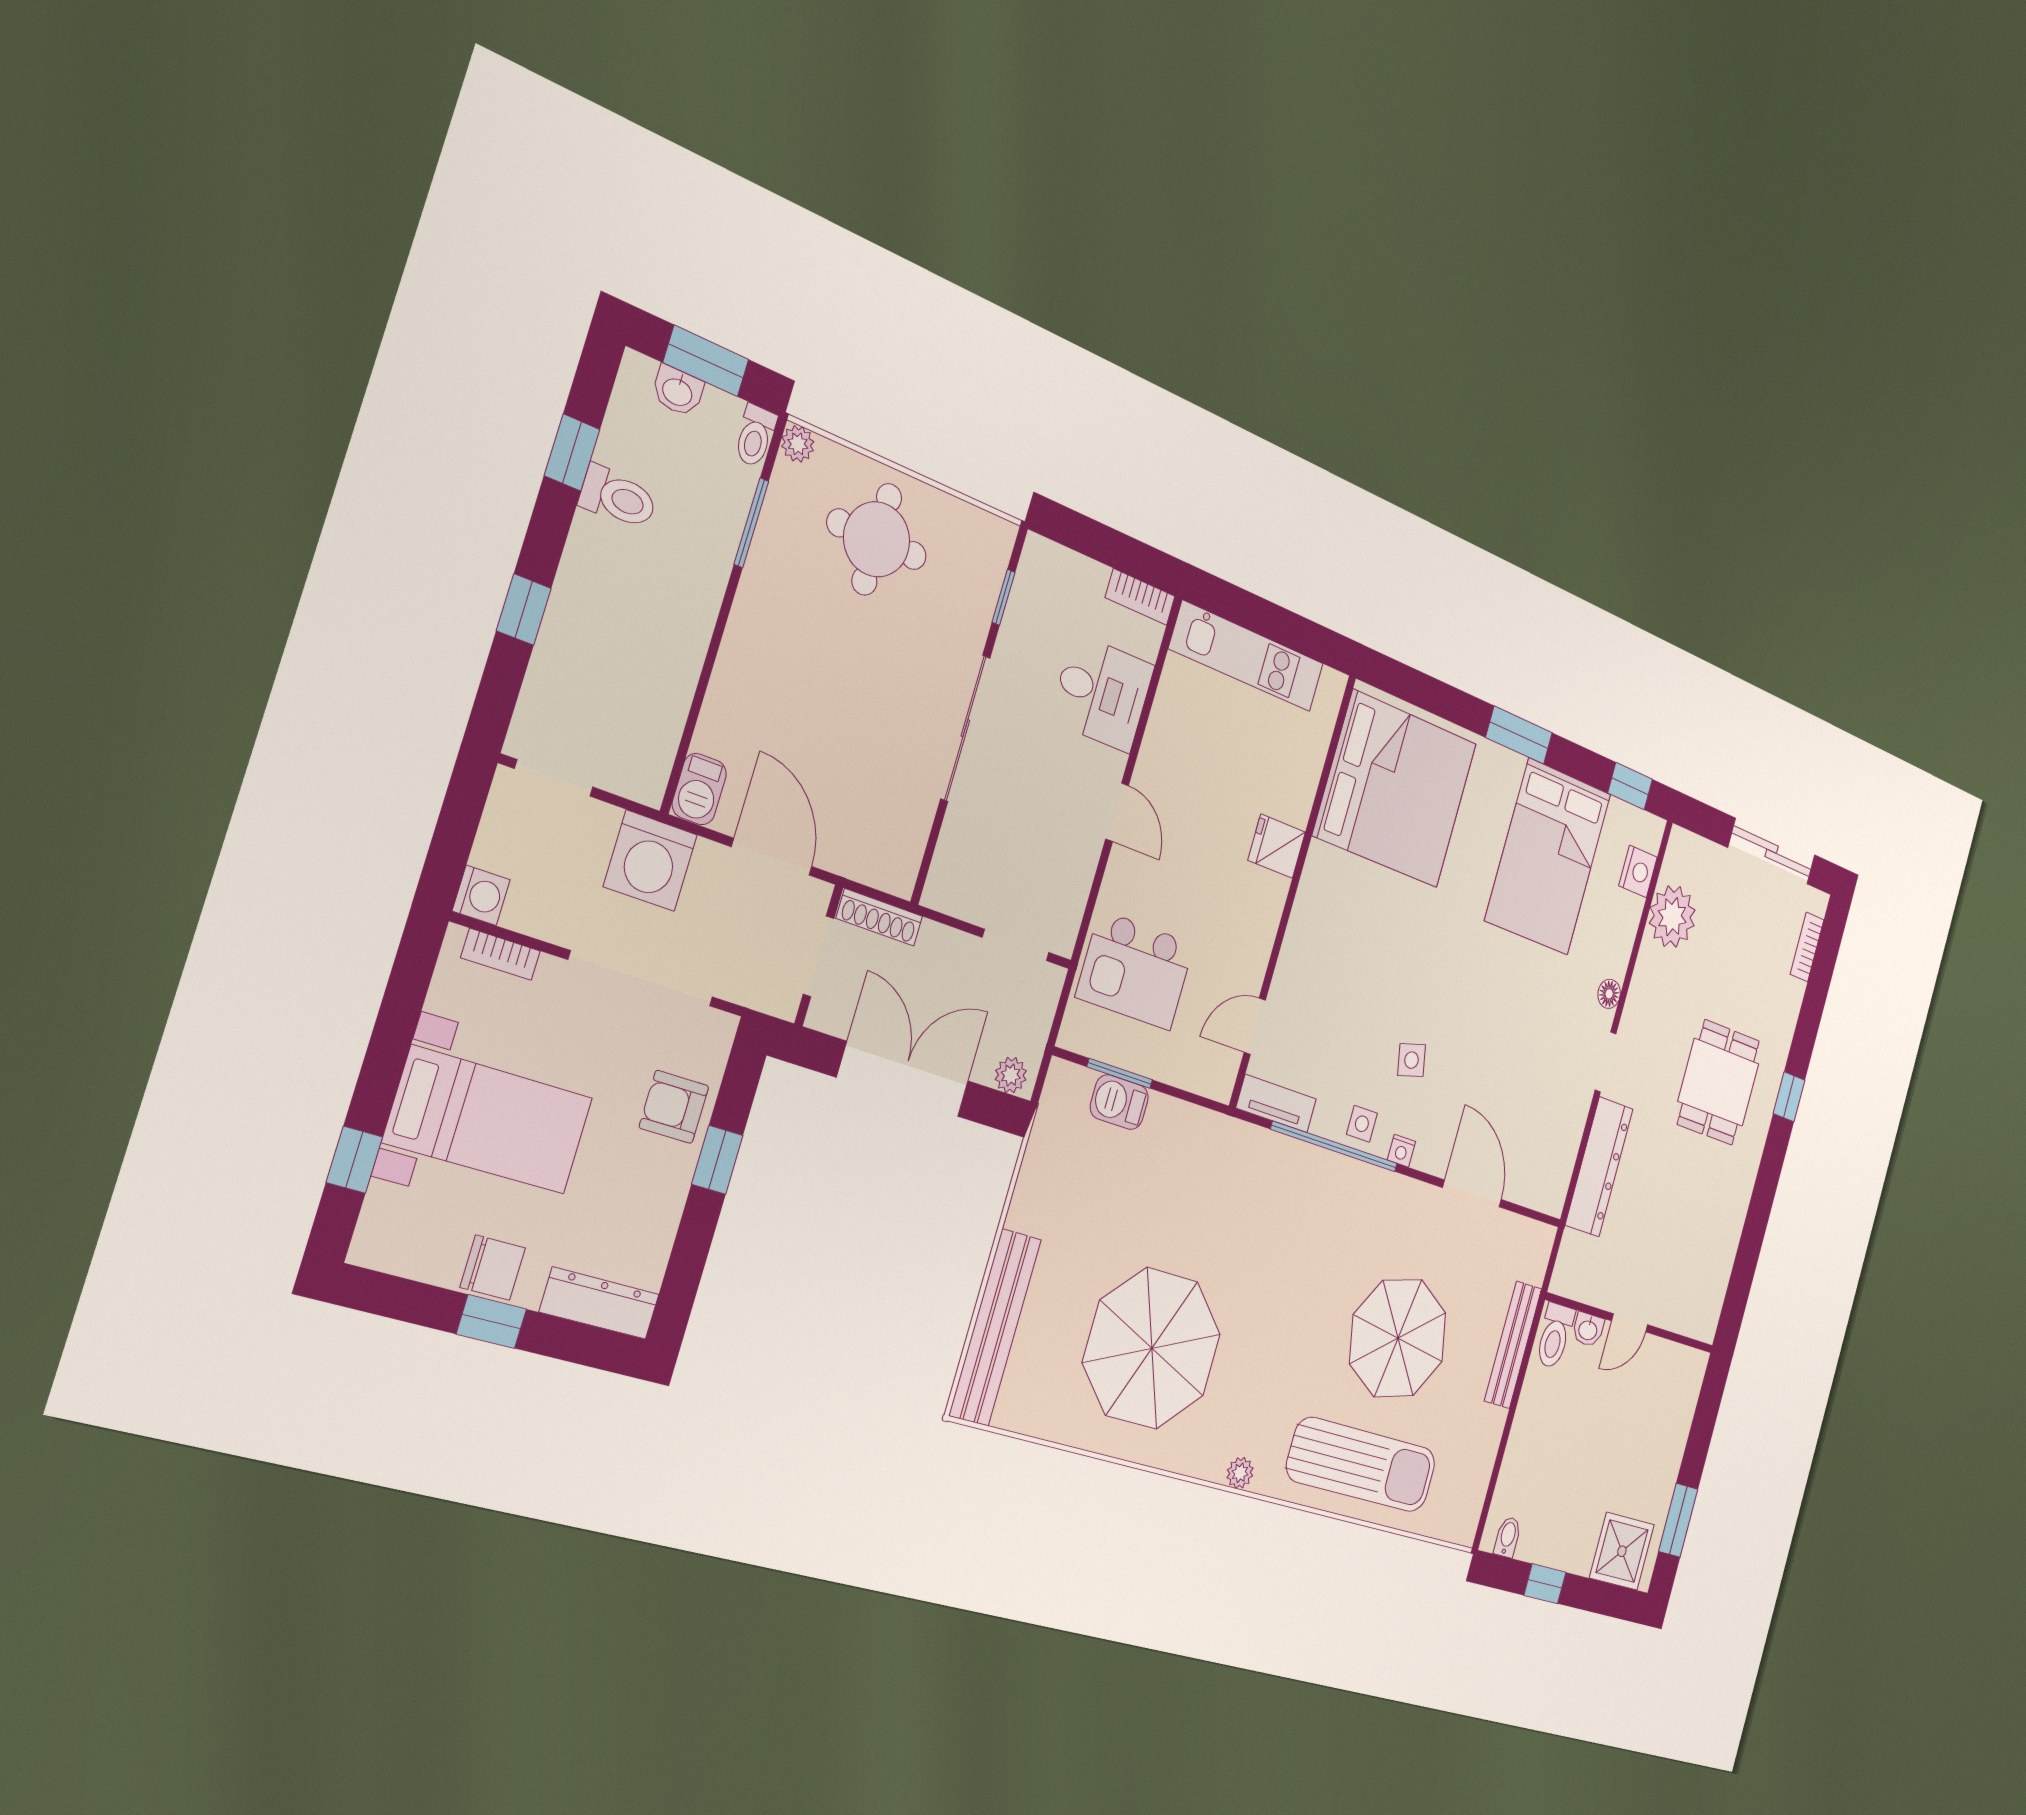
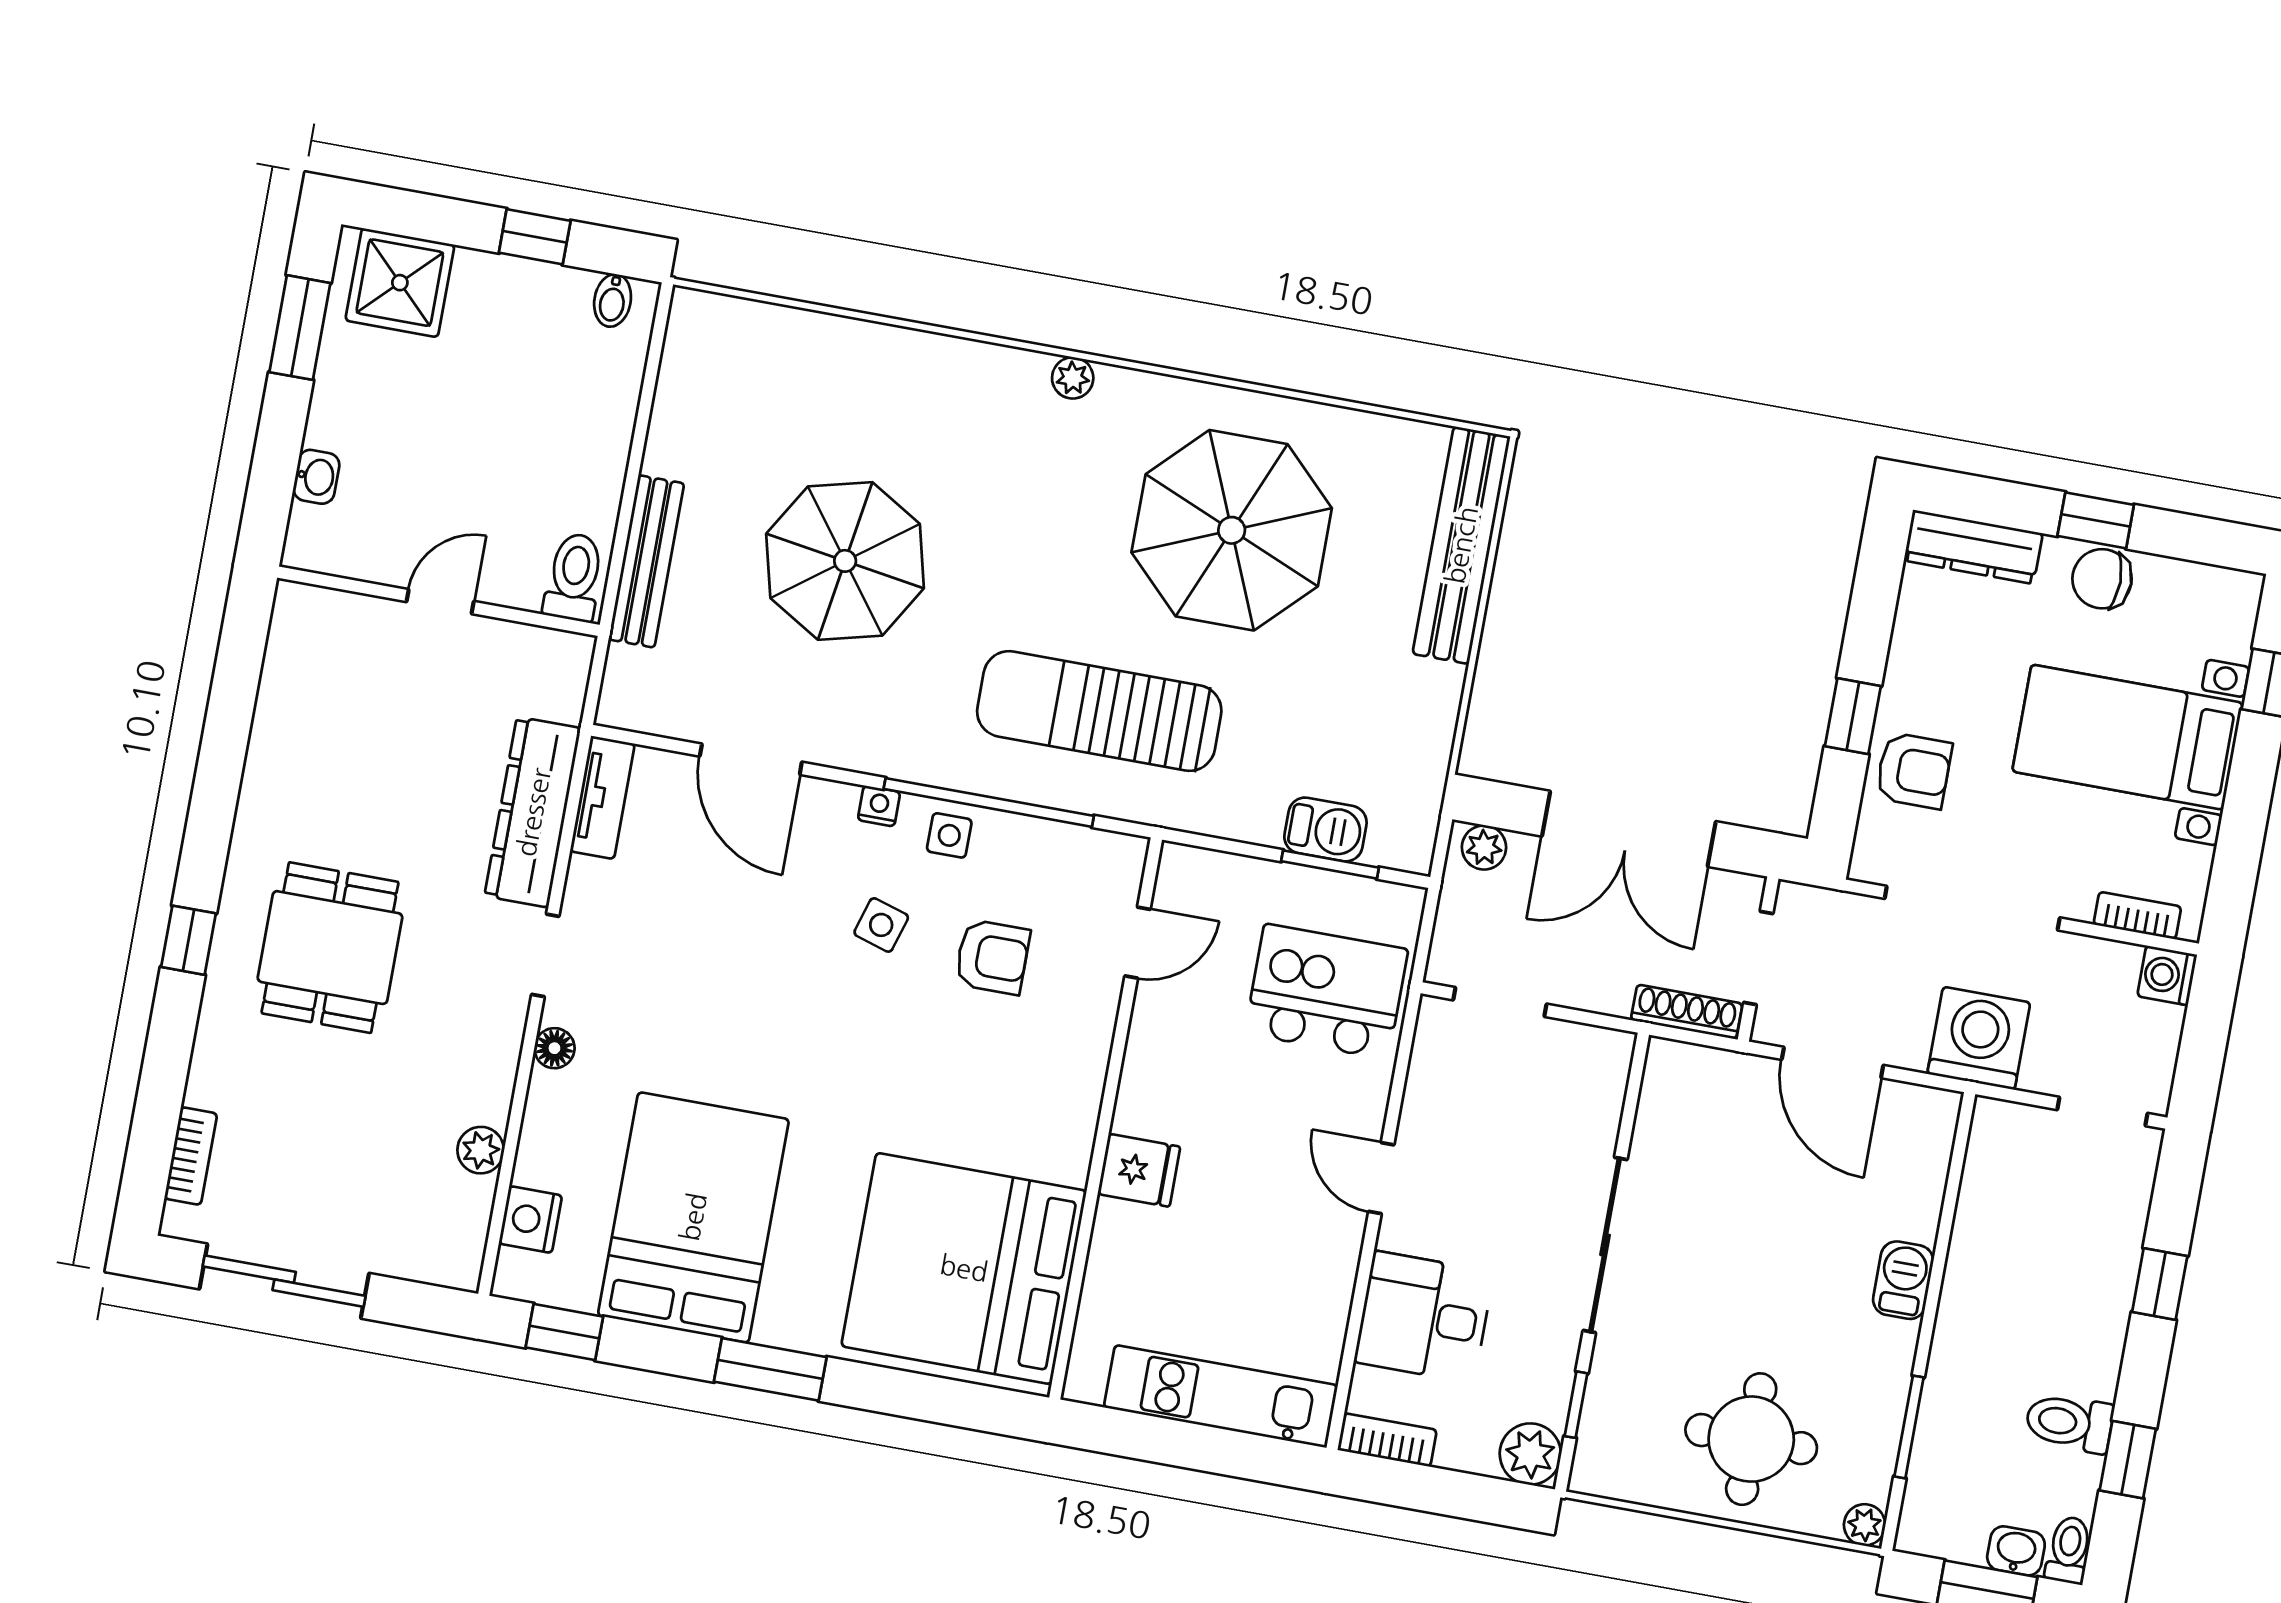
toilet: (755, 436) -> (2069, 1550), moved
plant: (1042, 563) -> (1530, 1454), added
barbecue: (699, 789) -> (1903, 1280), moved
plant: (1672, 917) -> (481, 1150), width x0.53, depth x0.53
armchair: (1347, 1027) -> (992, 957), added
side table: (1412, 1060) -> (881, 925), turned 31
tv unit: (1276, 1103) -> (602, 798), moved, turned -90
washbasin: (1588, 1330) -> (316, 477), moved, turned 90
sun lounger: (1362, 1465) -> (1099, 711), moved

